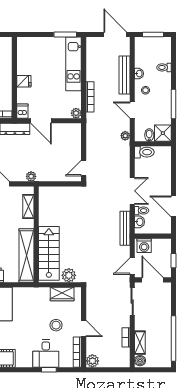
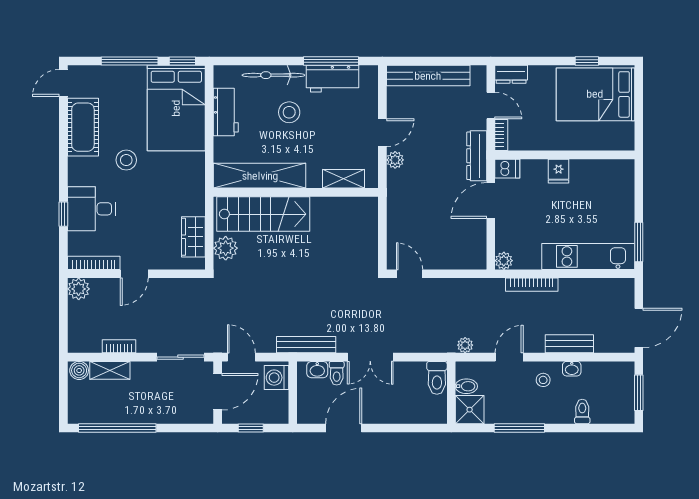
bench: (124, 75) -> (569, 344), width x0.73
plant: (31, 176) -> (395, 160), moved
stool: (56, 325) -> (126, 160), moved

